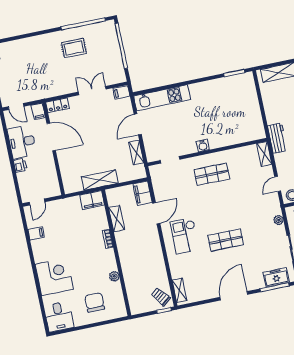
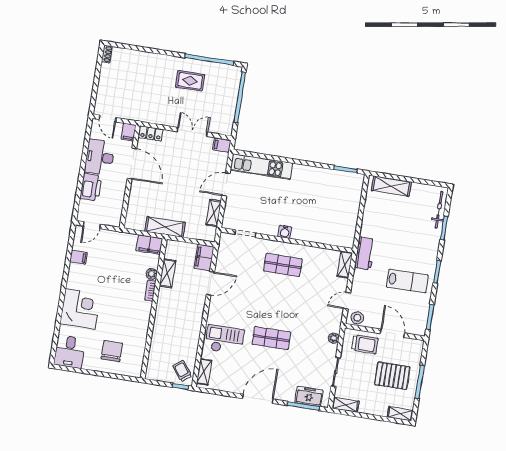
printer: (20, 165) -> (91, 187), width x1.87, depth x1.48
checkout: (185, 236) -> (225, 340), moved, turned 90
plant: (114, 276) -> (152, 274), moved

